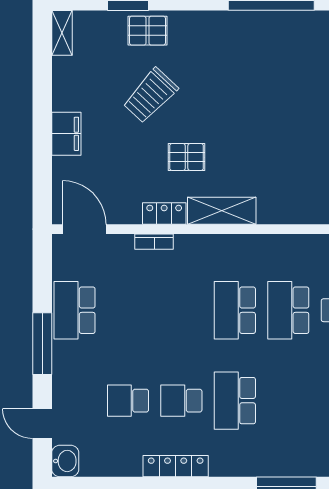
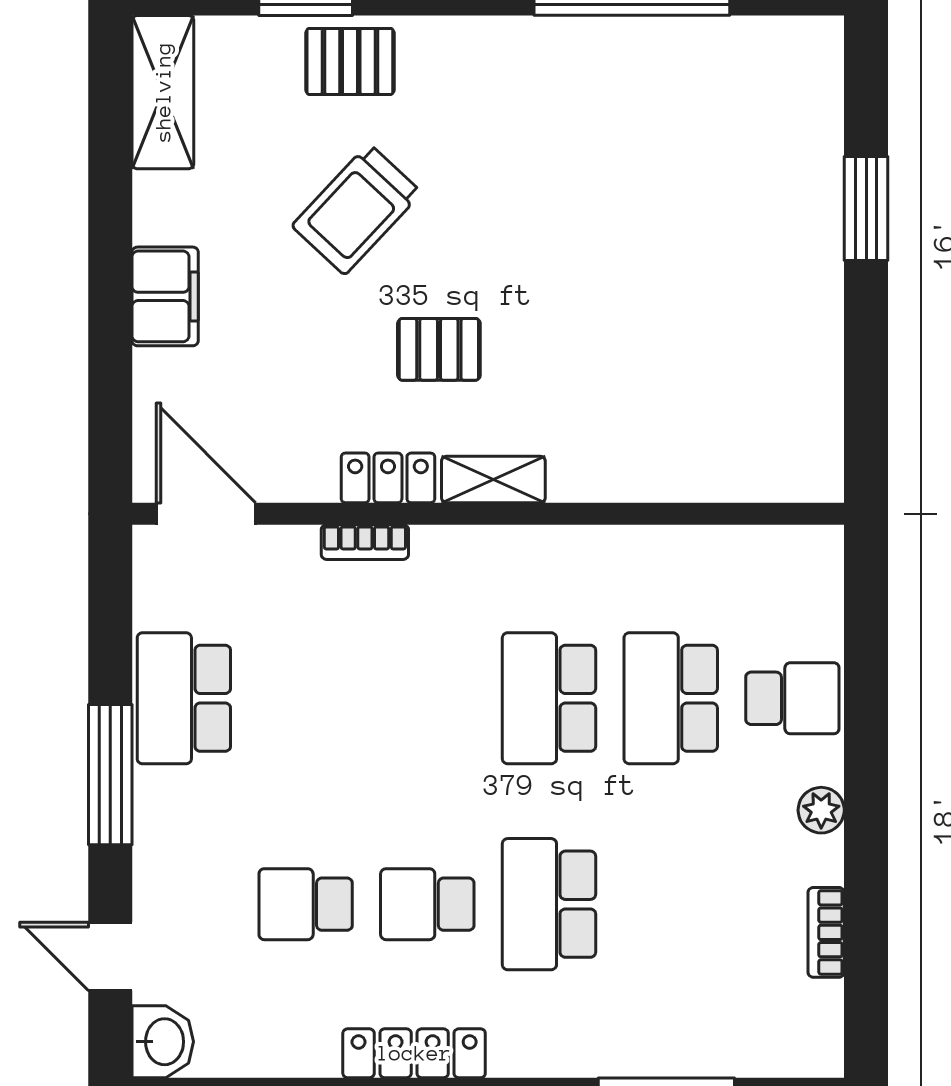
shelving: (62, 33) -> (163, 92), width x1.50, depth x1.33
shelving: (222, 211) -> (493, 479), width x0.67, depth x0.75

